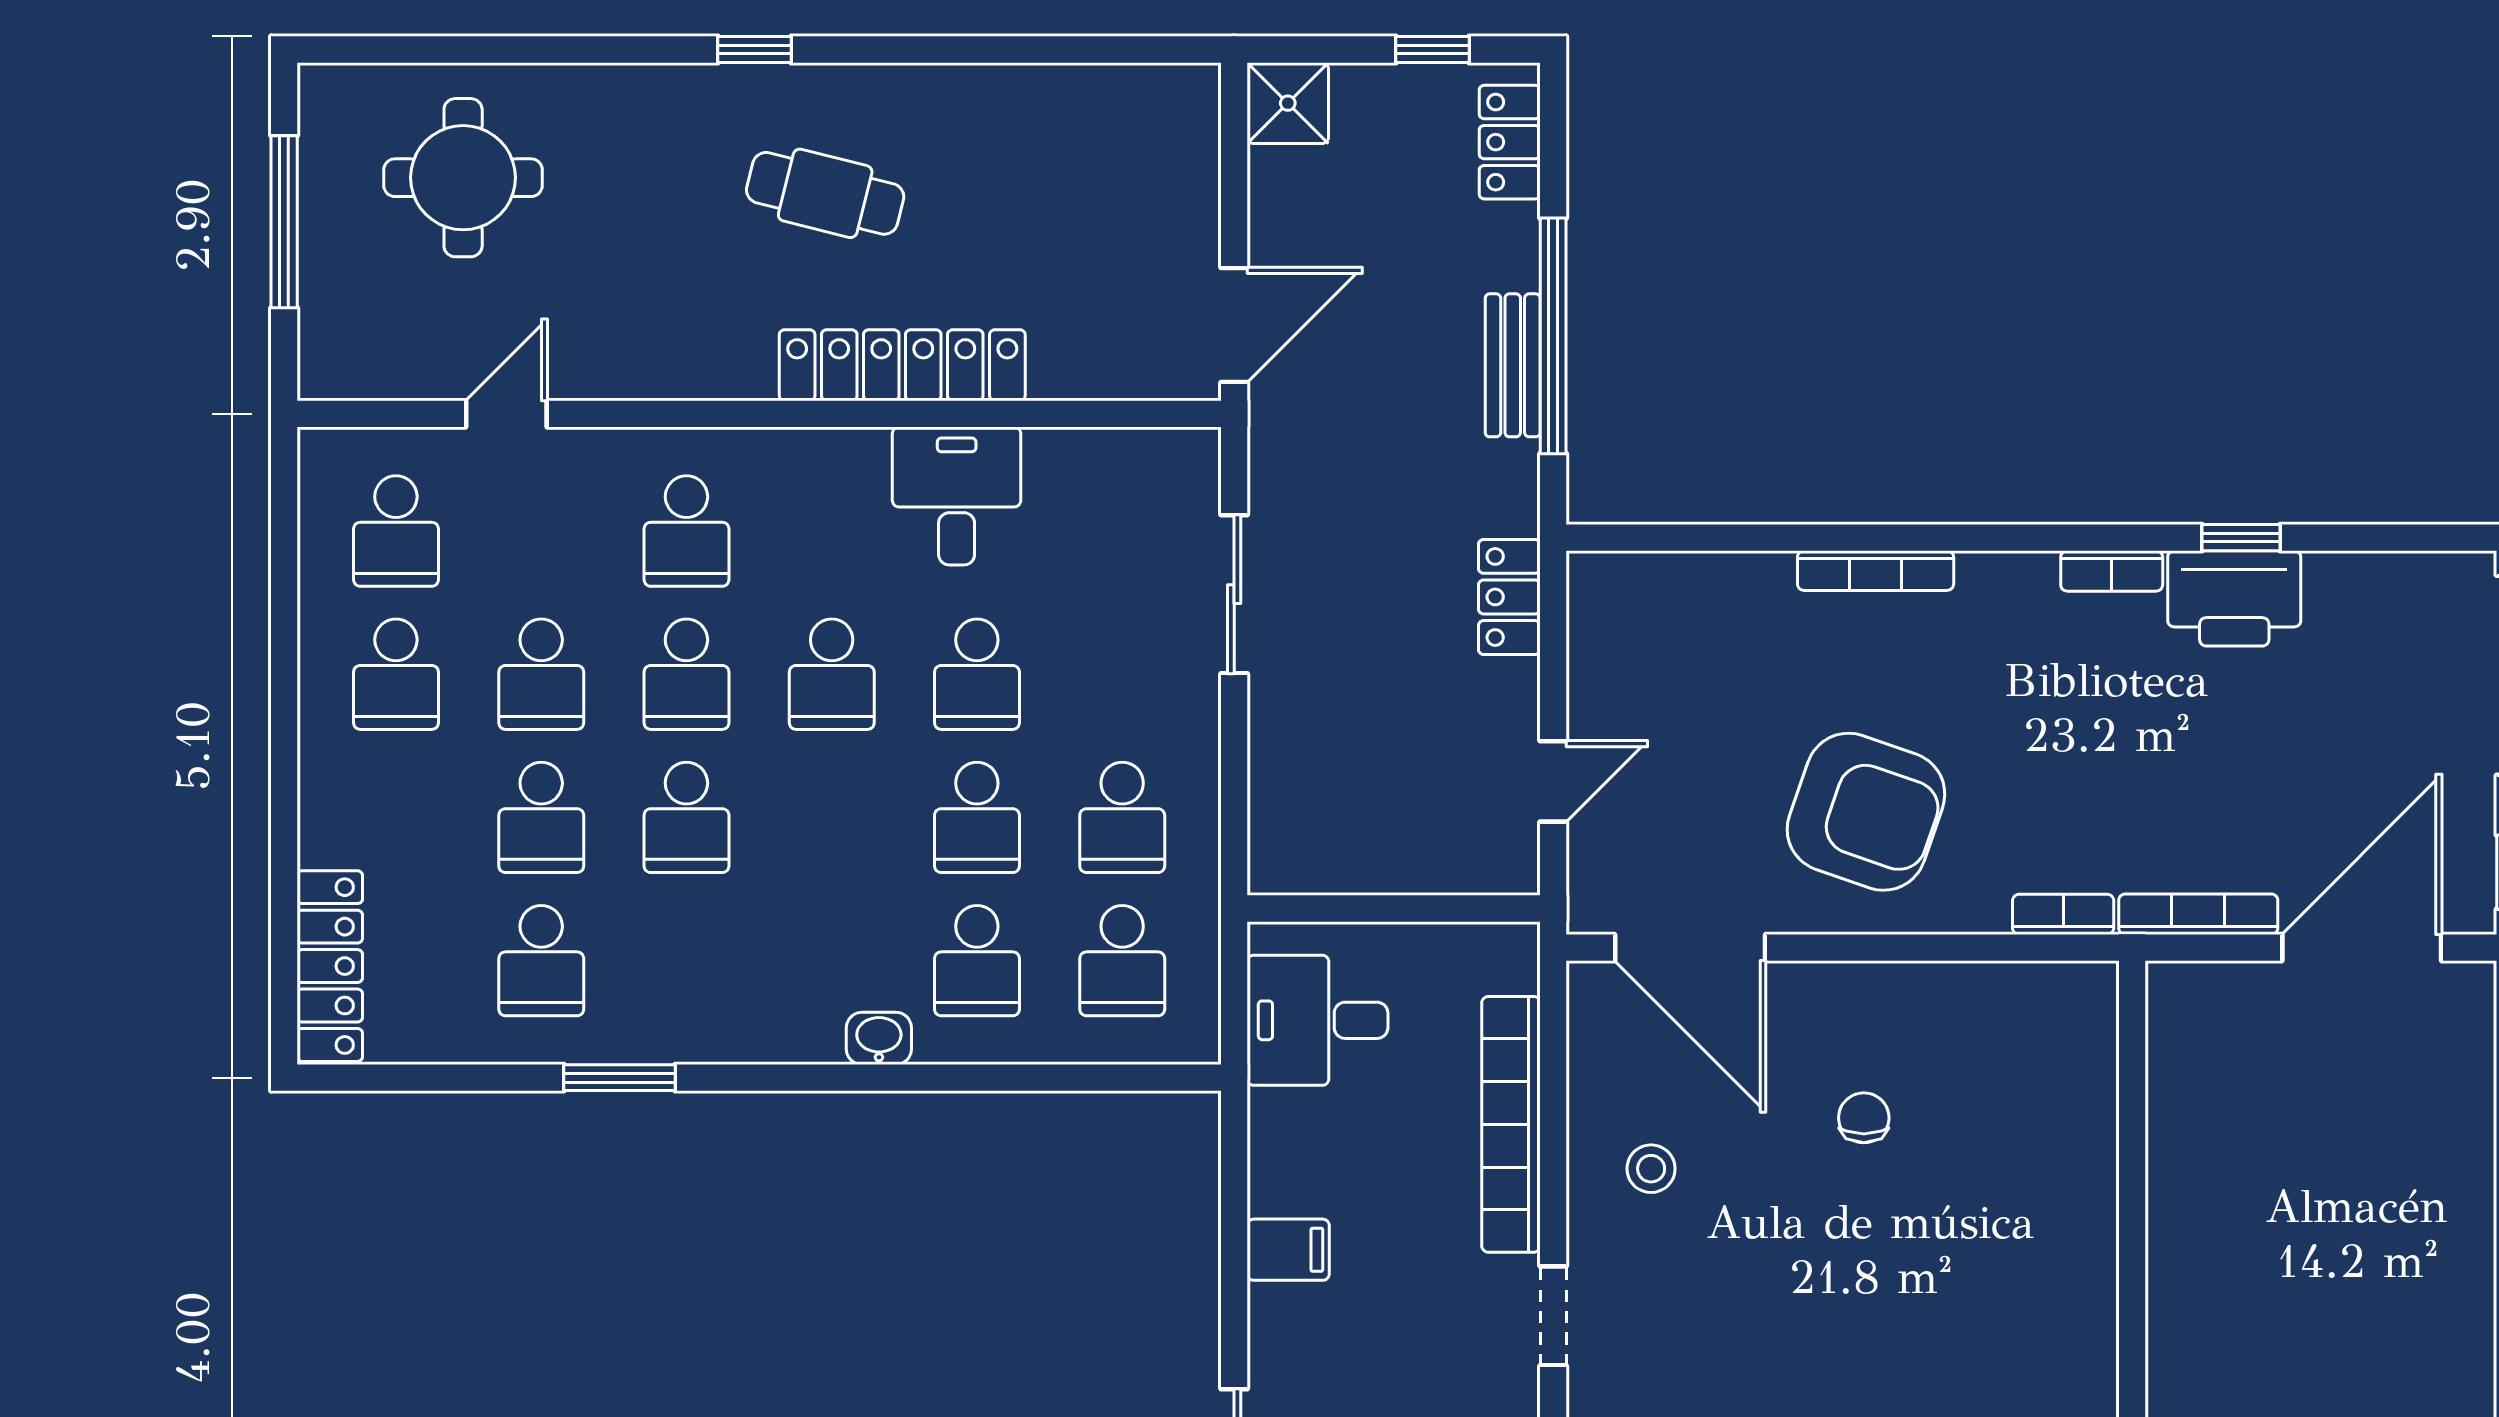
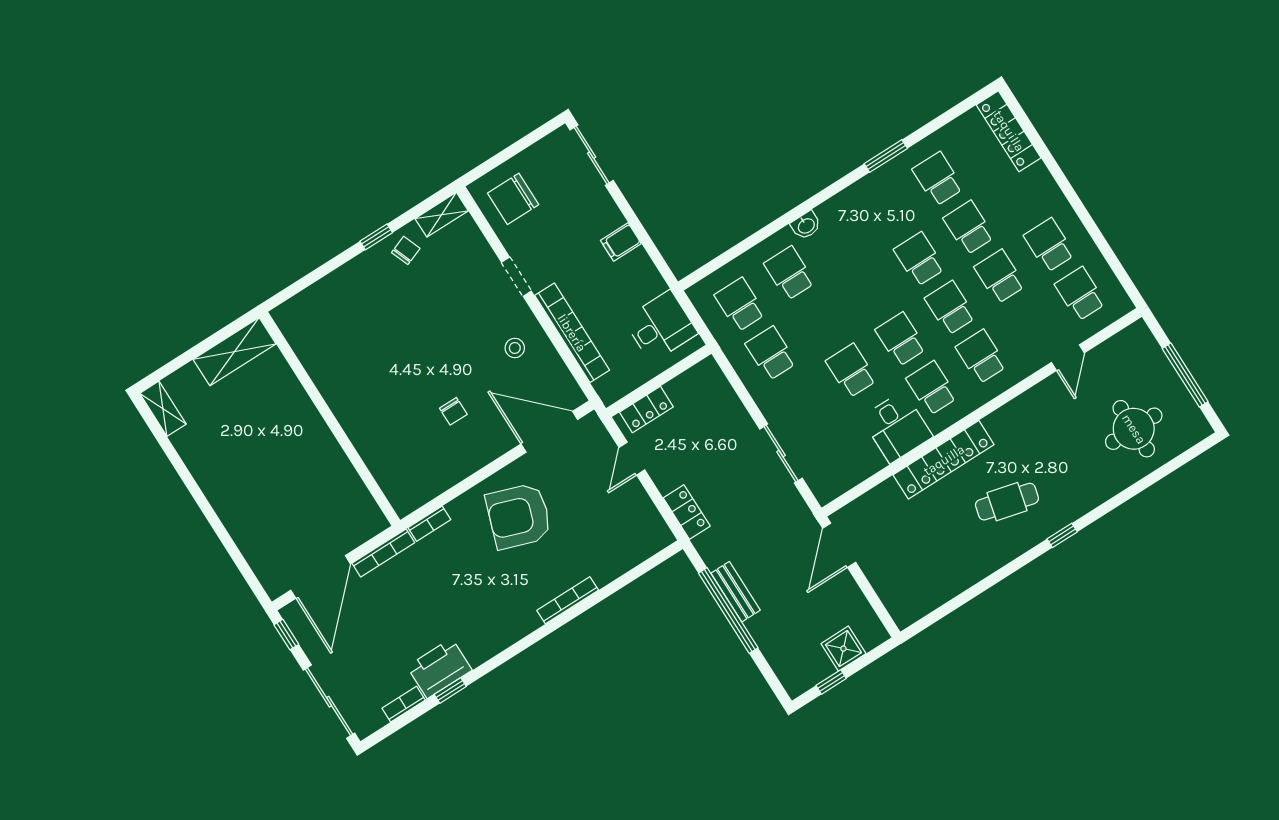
shower: (1288, 103) -> (843, 649), moved
locker: (1510, 142) -> (646, 410), moved, turned 90
bookcase: (2112, 571) -> (404, 704), moved
school desk: (977, 817) -> (932, 388), moved

